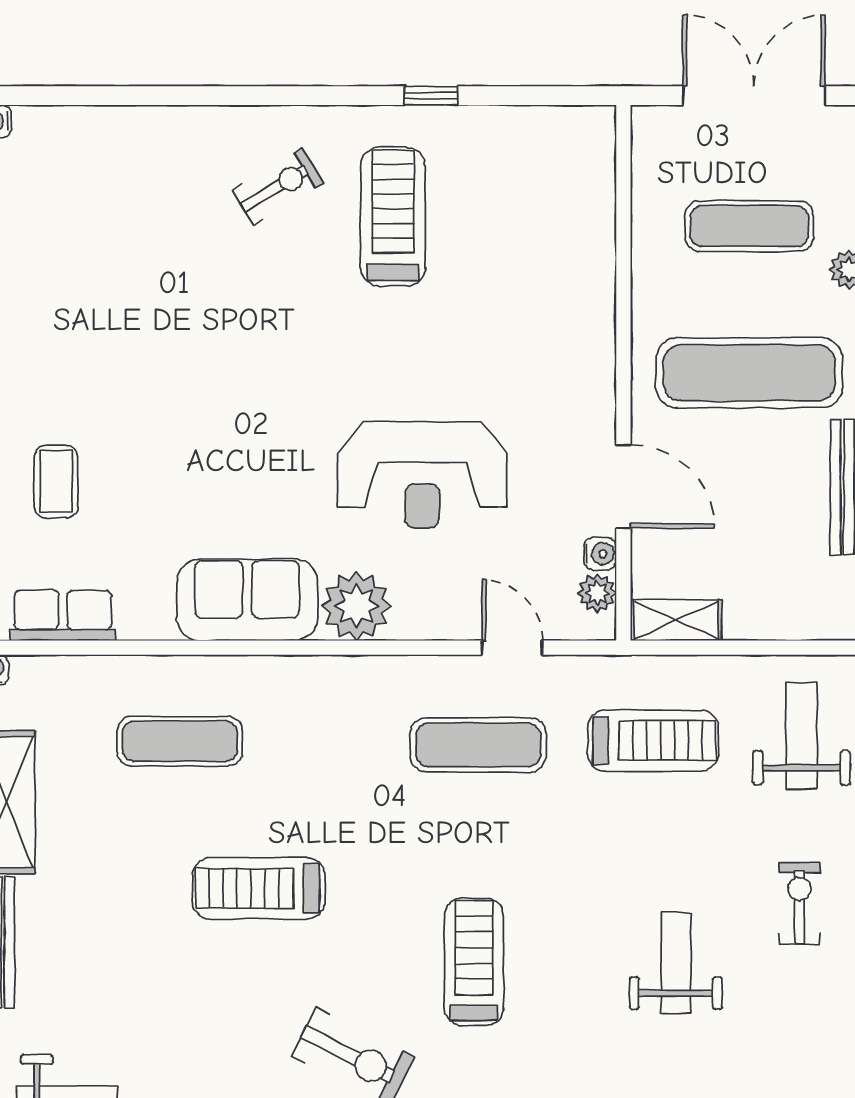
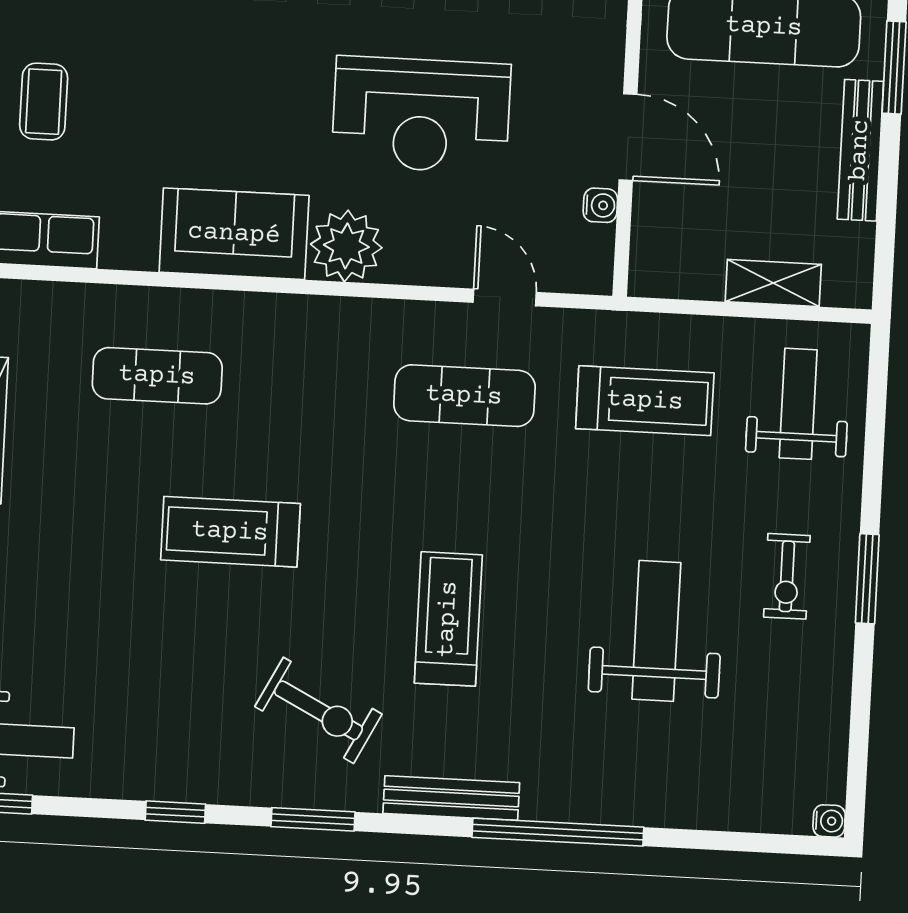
plant: (597, 593) -> (595, 246), removed
shelving: (676, 620) -> (773, 283), moved
exercise bike: (799, 903) -> (787, 576), turned 180
weight bench: (676, 963) -> (656, 631), width x1.36, depth x1.33

